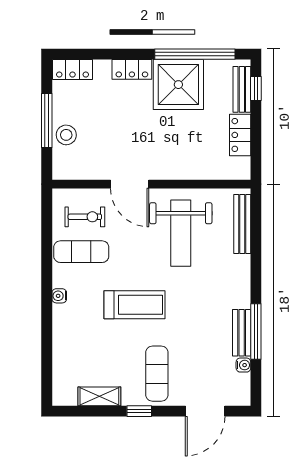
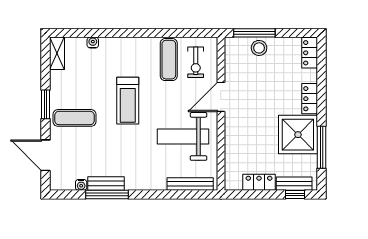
window: (195, 54) -> (321, 147), width x0.68
window: (47, 120) -> (254, 33), moved
water cooler: (59, 296) -> (93, 43), moved
shelving: (99, 396) -> (57, 53), moved
window: (139, 411) -> (45, 104), width x1.50

